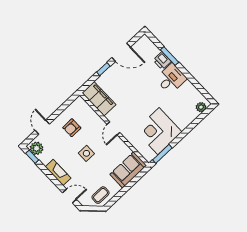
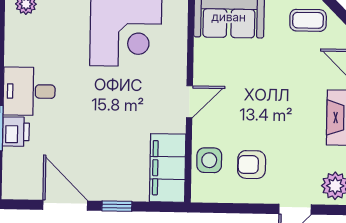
armchair: (72, 128) -> (252, 165), turned 180
side table: (86, 153) -> (209, 160), moved

